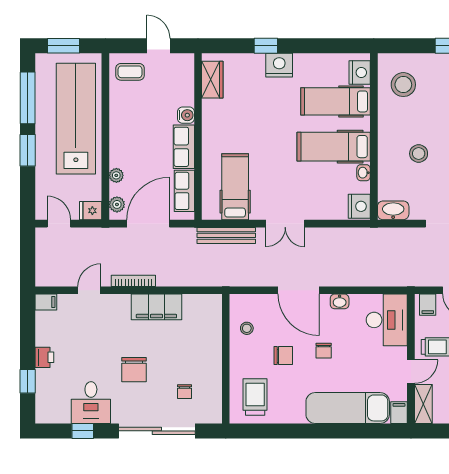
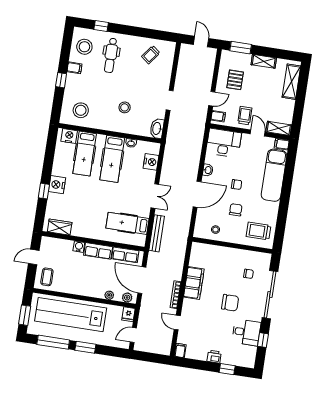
nightstand: (359, 206) -> (151, 162), moved, turned 90

